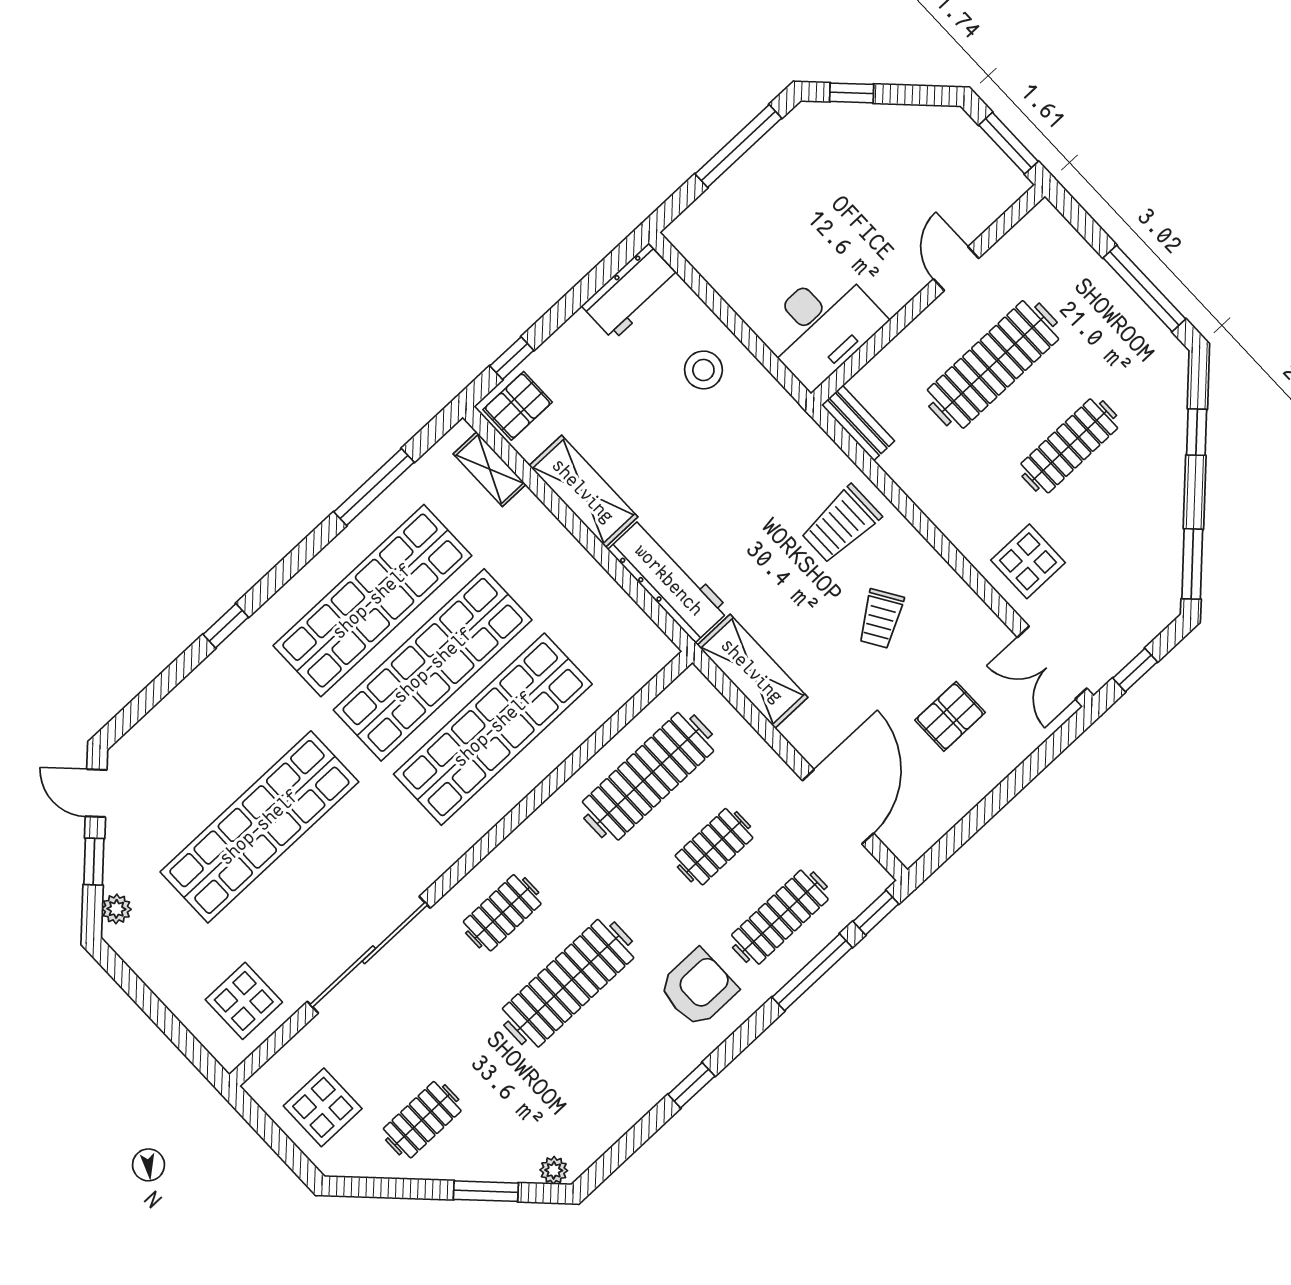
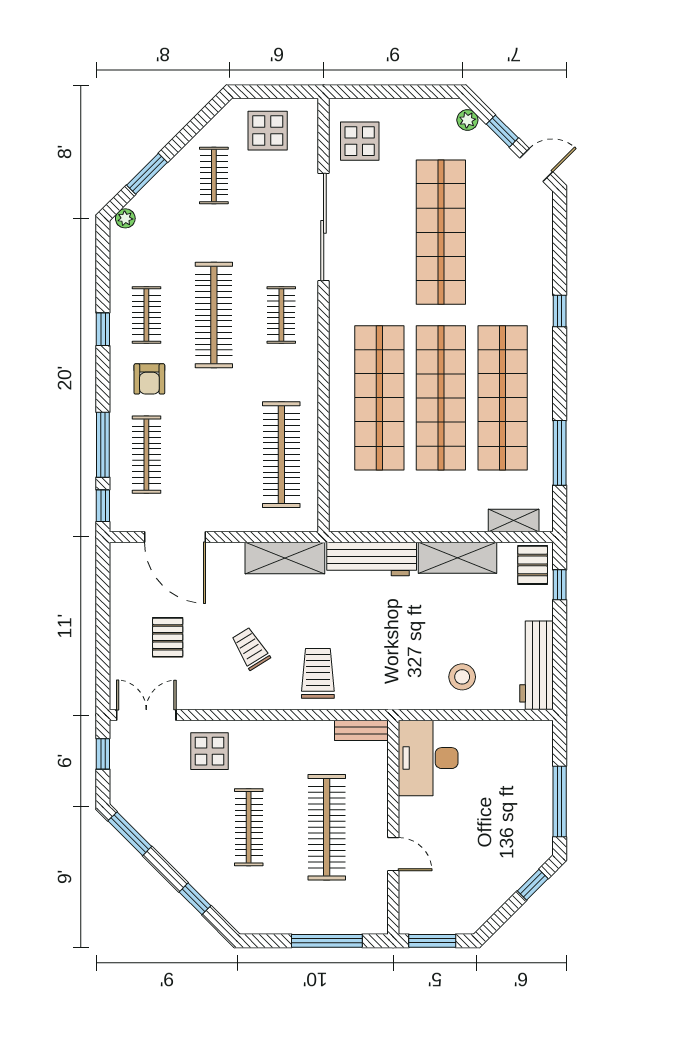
window: (1144, 288) -> (327, 941), moved
workbench: (631, 292) -> (537, 665), width x1.38
clothes rail: (714, 847) -> (146, 315), moved
armchair: (698, 988) -> (149, 379), width x0.72, depth x0.72

